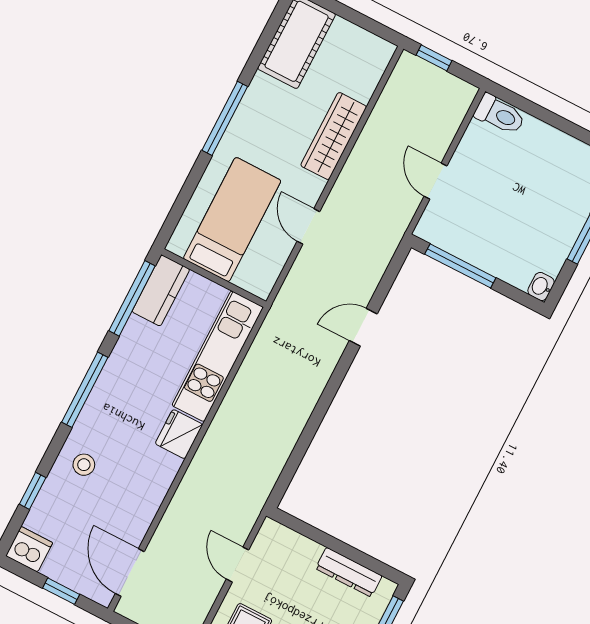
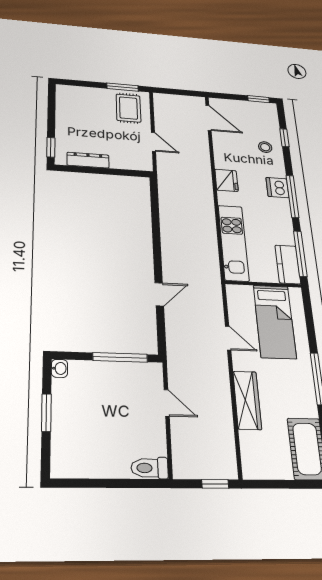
fridge: (179, 434) -> (227, 180), moved
stool: (84, 465) -> (265, 147), moved
dishwasher: (29, 549) -> (278, 188), moved, turned 90
window: (61, 591) -> (258, 99), moved

